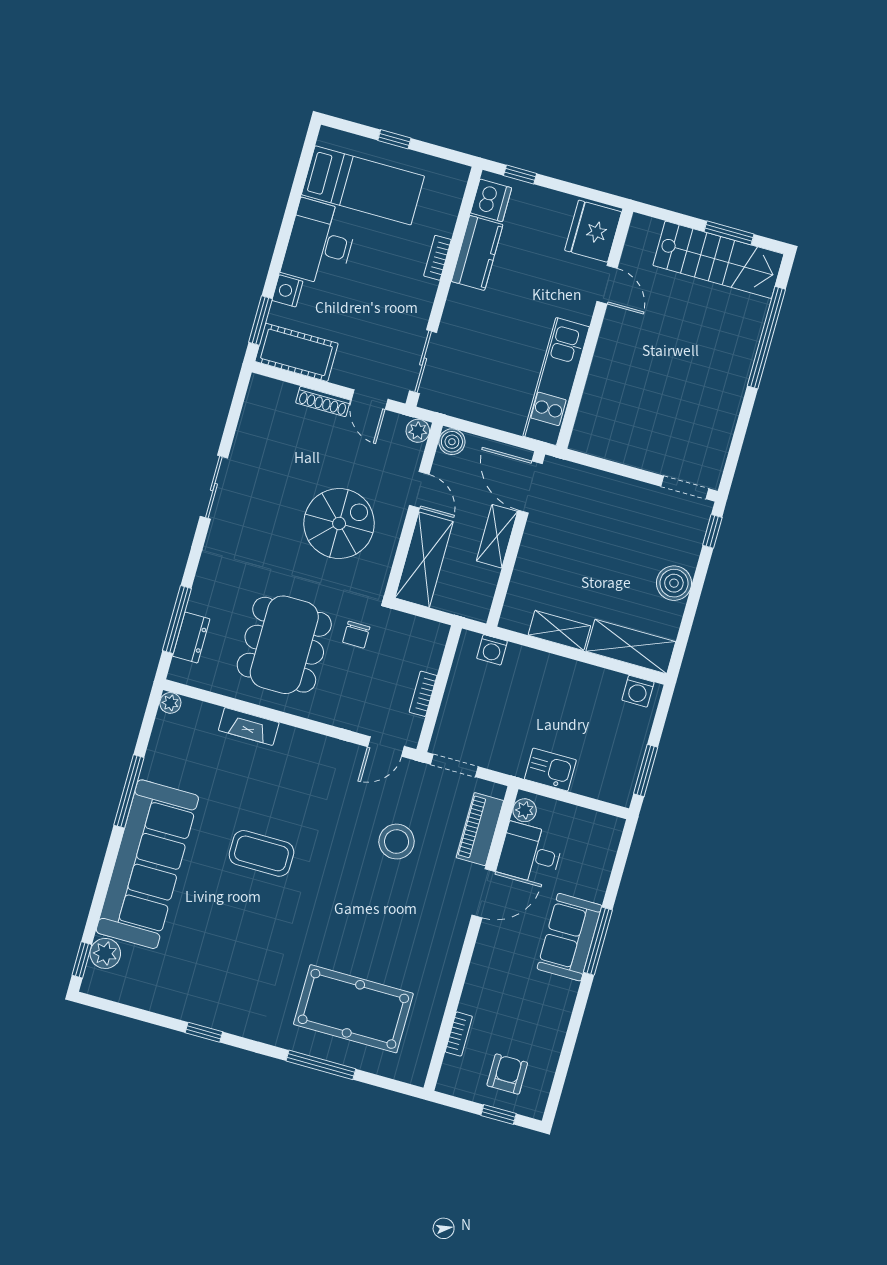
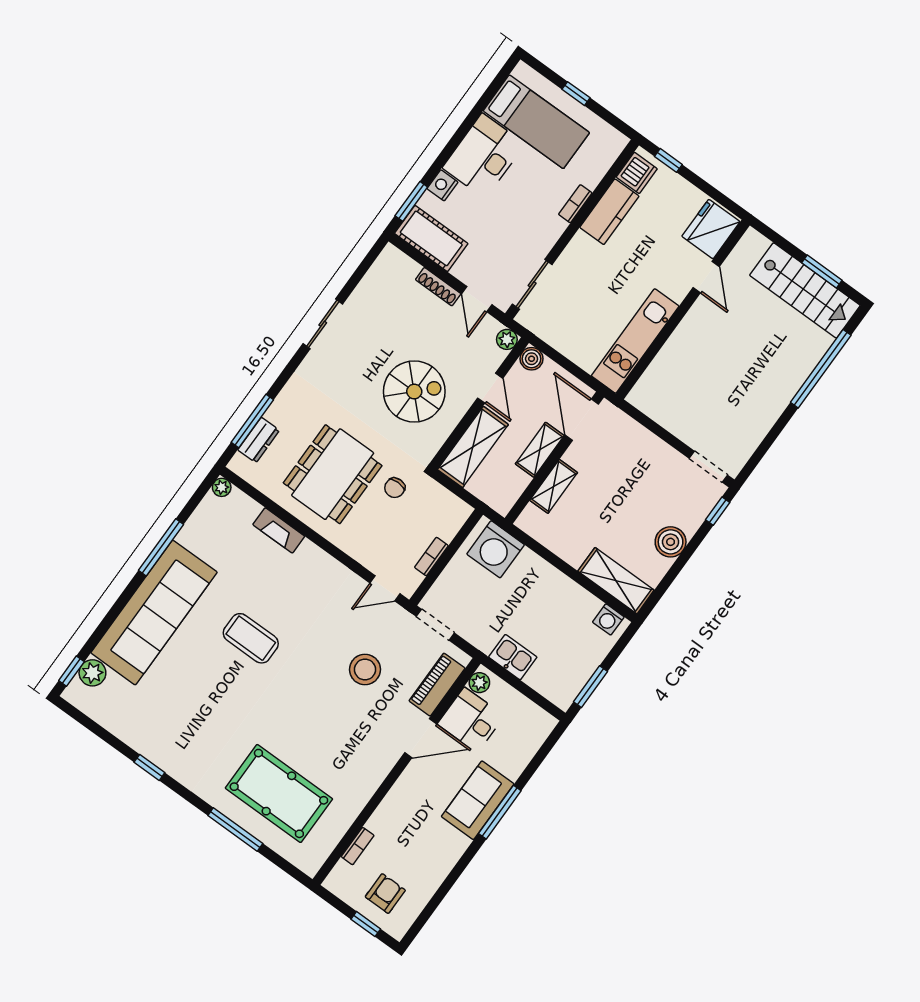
shelving: (559, 630) -> (554, 486), moved, turned 90
washing machine: (492, 650) -> (496, 549), width x1.89, depth x1.89

